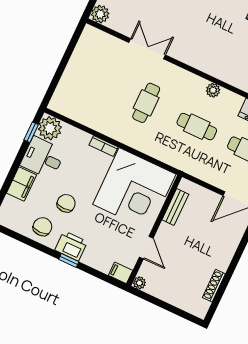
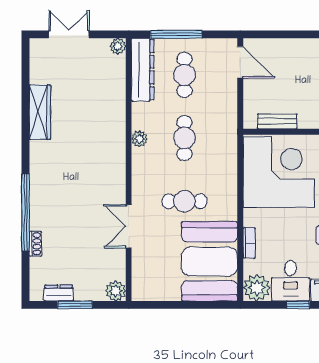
booth: (89, 100) -> (210, 261), added
window: (31, 132) -> (298, 305), moved
bookcase: (103, 146) -> (249, 243), moved

